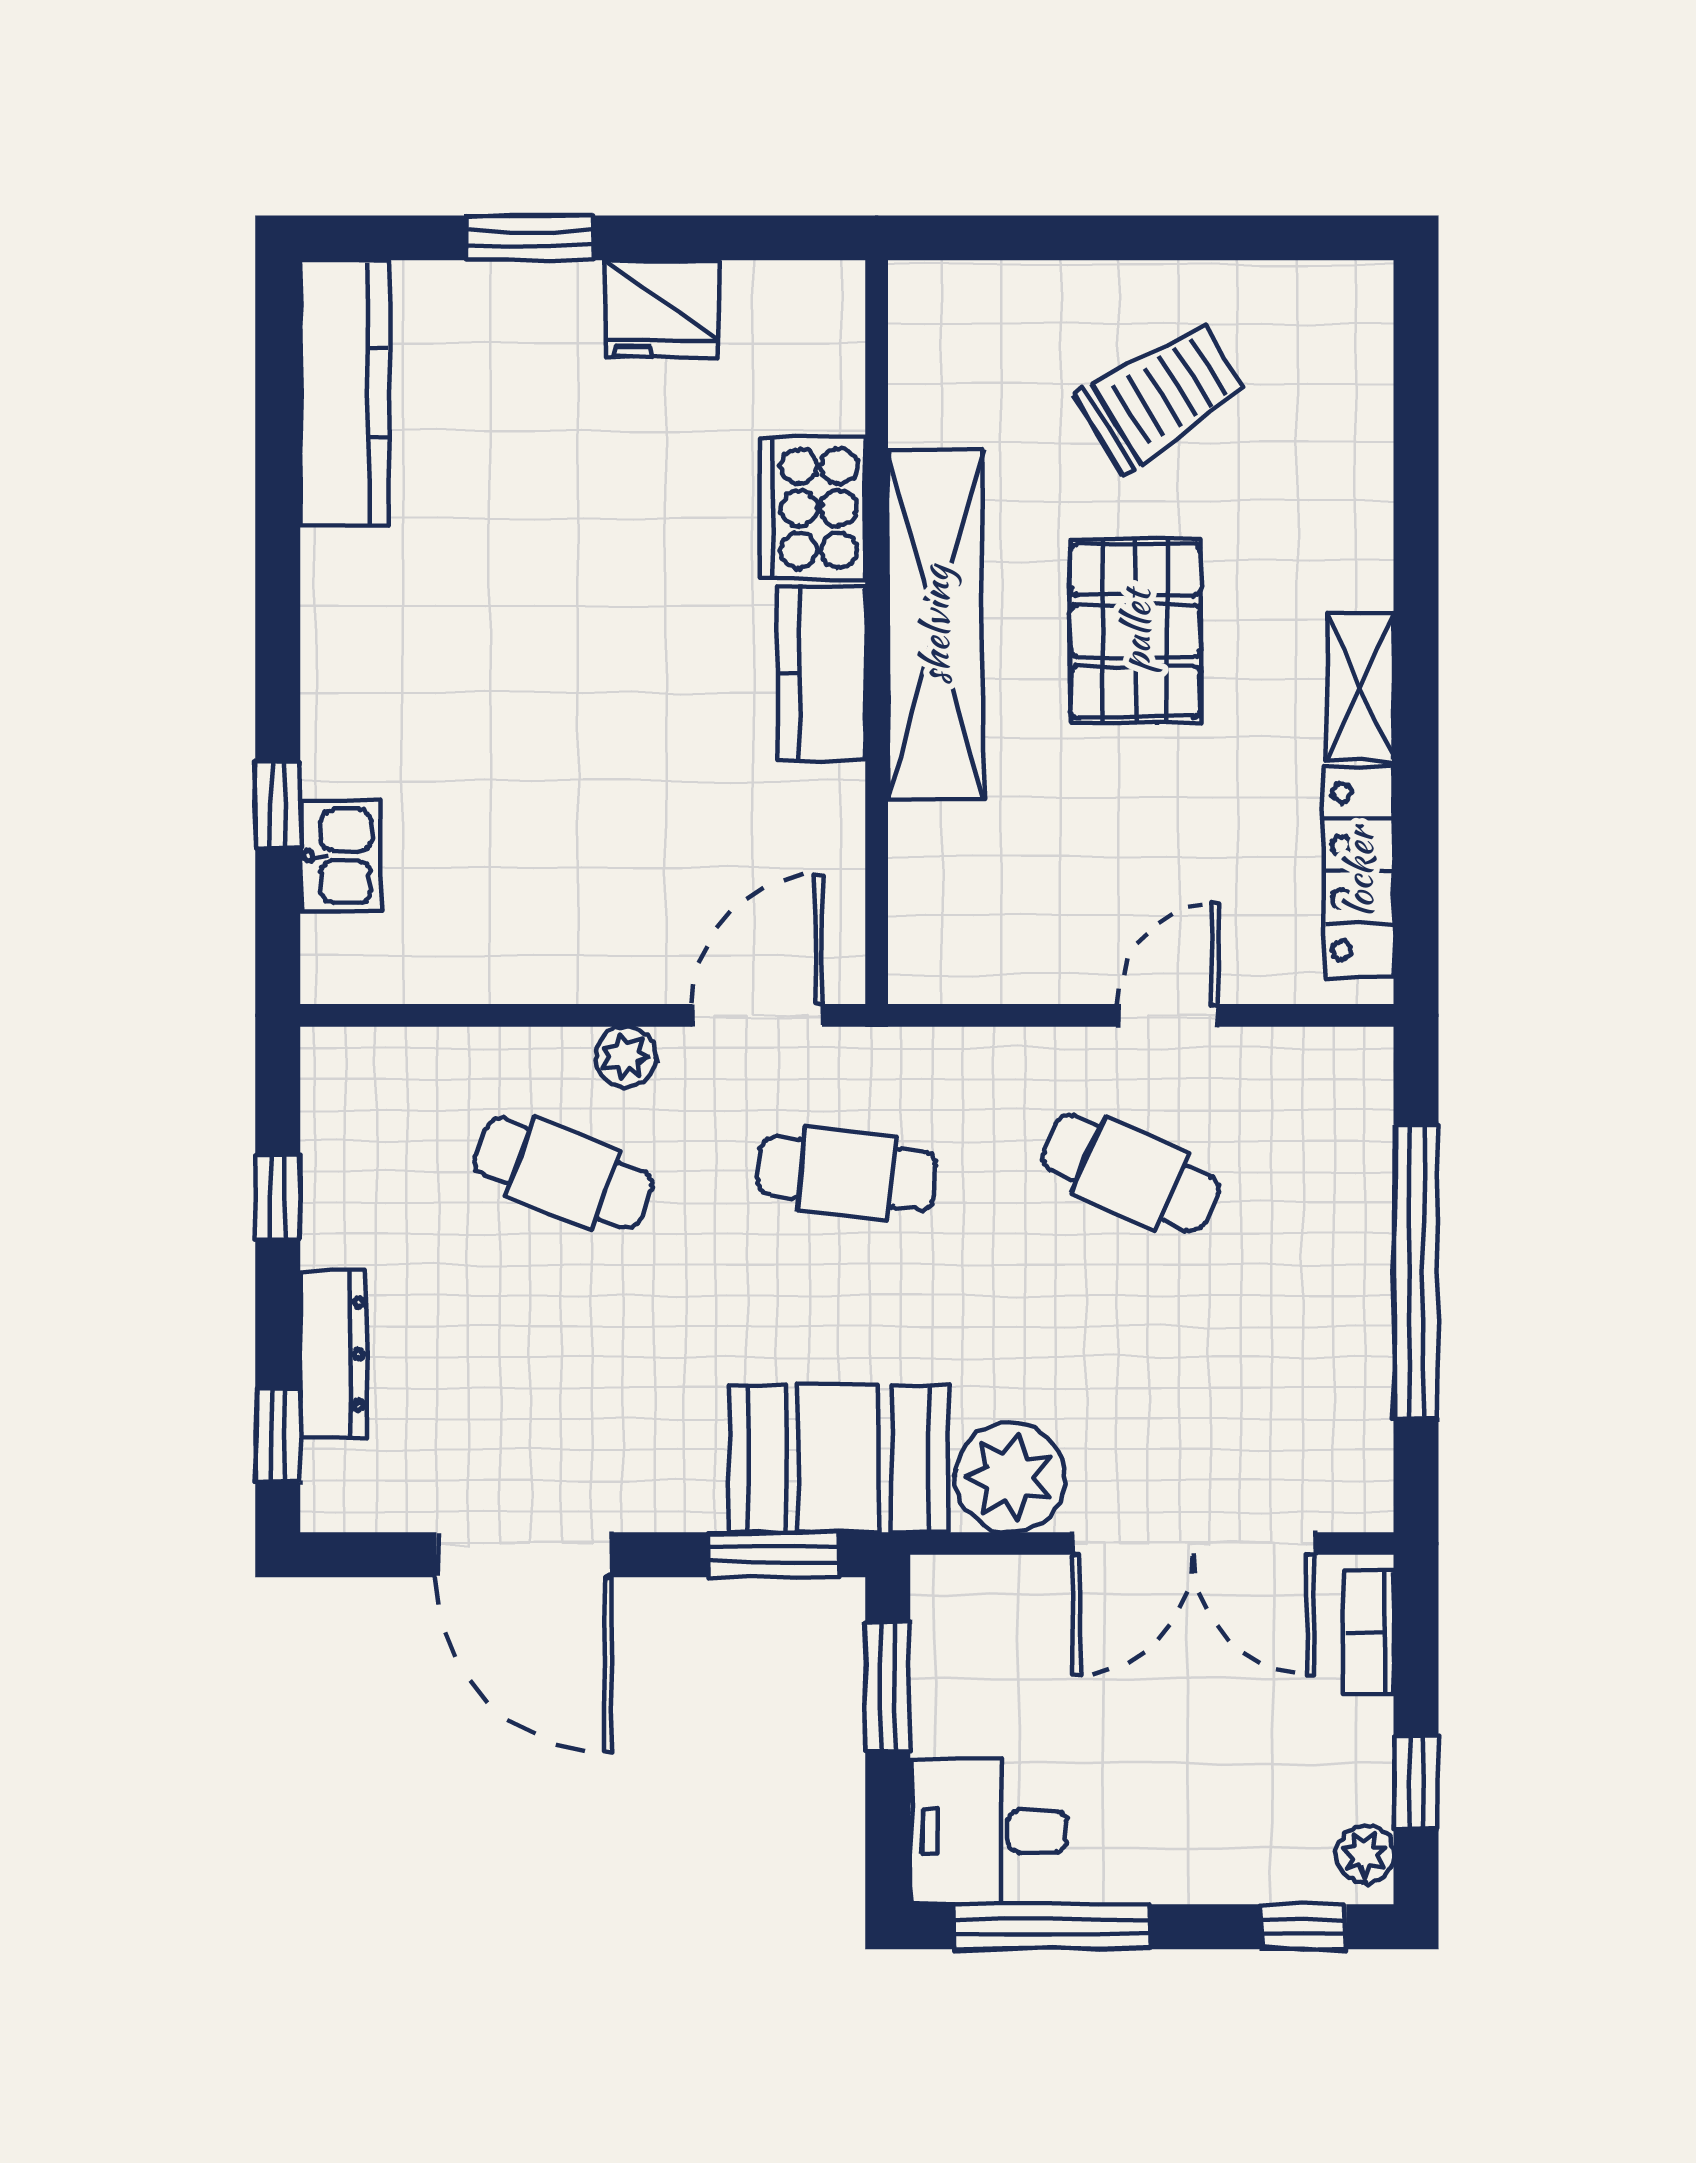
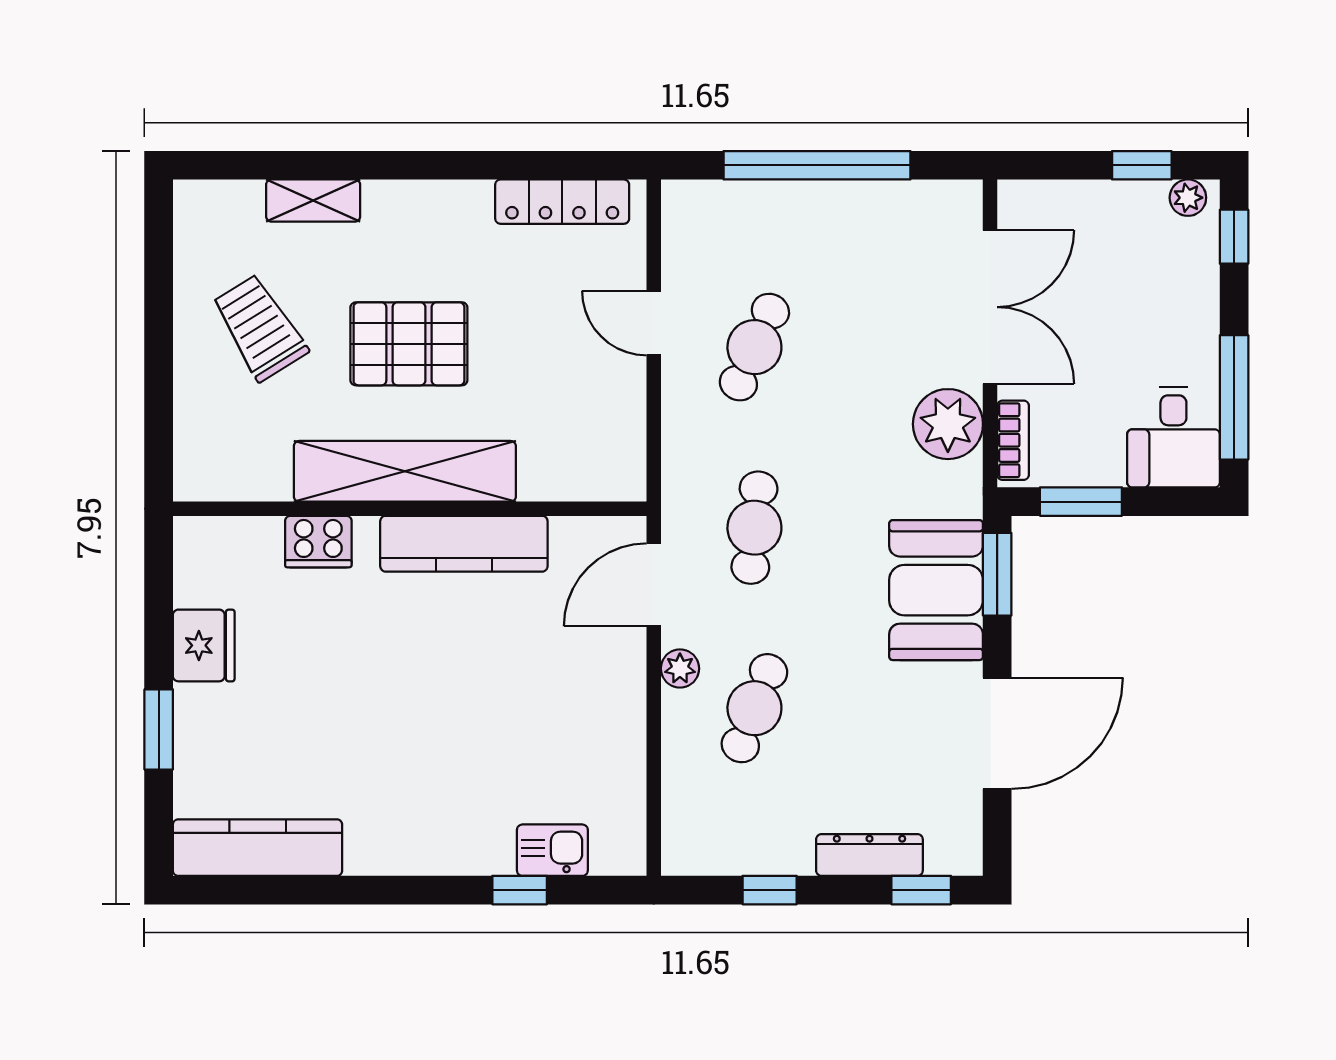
cooker: (813, 508) -> (318, 542), width x0.73, depth x0.76
kitchen counter: (822, 673) -> (464, 544), width x1.50
shelving: (1360, 687) -> (313, 201), moved
door: (757, 1015) -> (654, 585), hinge flipped
booth: (839, 1459) -> (936, 590), moved
bookcase: (1369, 1632) -> (1013, 440), moved, turned -90

